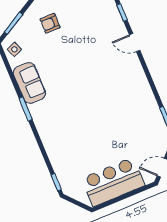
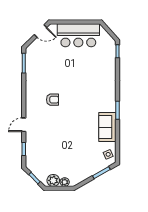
armchair: (50, 23) -> (53, 100), moved
door: (135, 43) -> (24, 125), swing flipped

